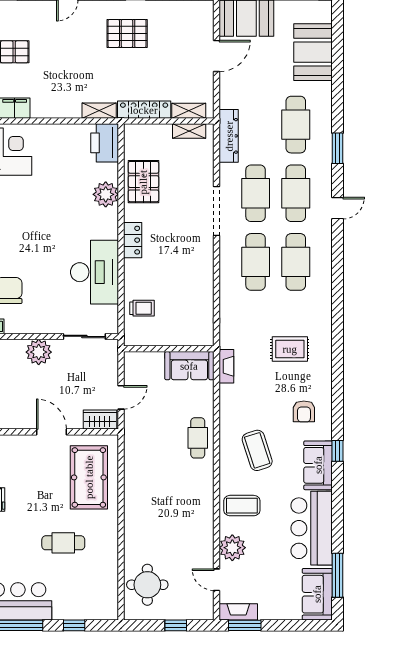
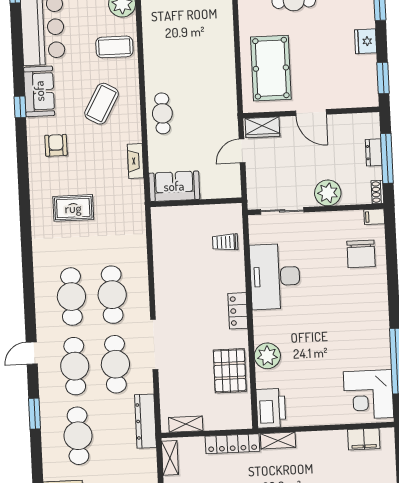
shelving: (189, 111) -> (170, 458), moved, turned 90
fireplace: (226, 366) -> (136, 161), moved
coffee table: (257, 450) -> (102, 104), turned 47

